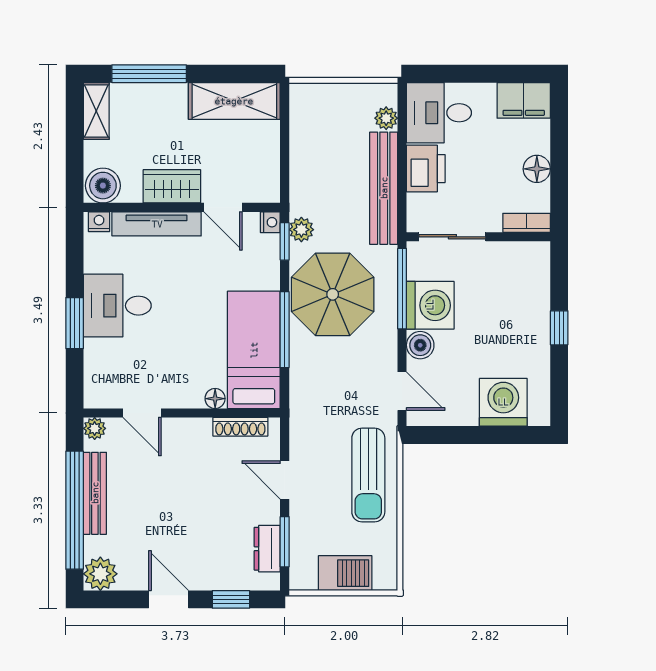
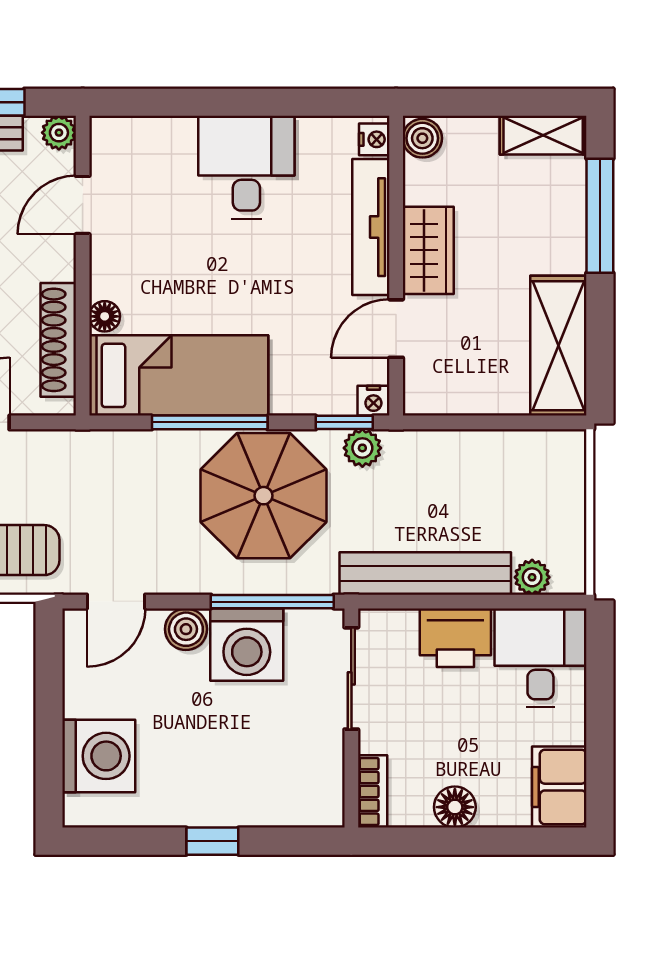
boiler: (103, 186) -> (422, 138), width x0.73, depth x0.73
window: (75, 323) -> (220, 102), removed
shoe rack: (240, 427) -> (58, 340), width x1.36, depth x1.24

